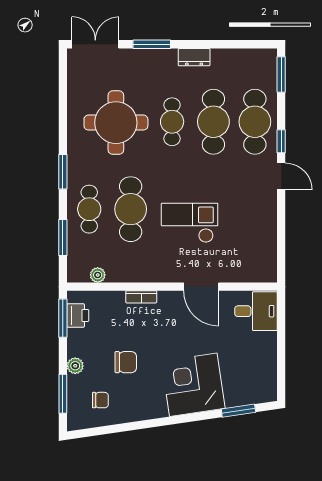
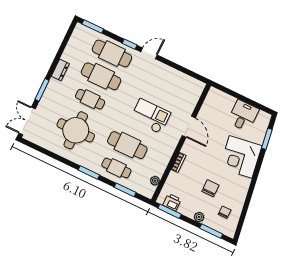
checkout: (190, 223) -> (150, 116), turned 90
door: (201, 287) -> (189, 127), hinge flipped
desk: (256, 311) -> (243, 116), moved

